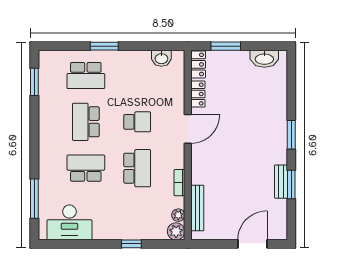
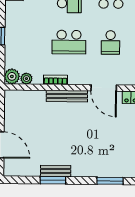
window: (291, 135) -> (110, 181), moved
bench: (197, 208) -> (67, 96), moved

